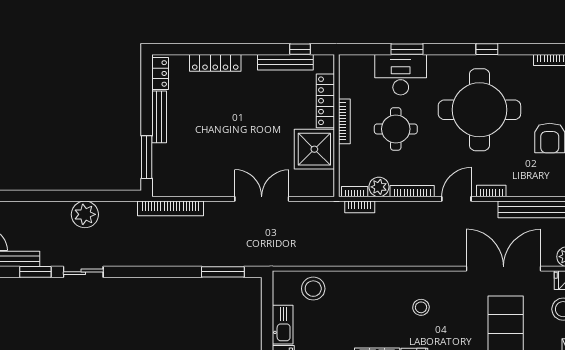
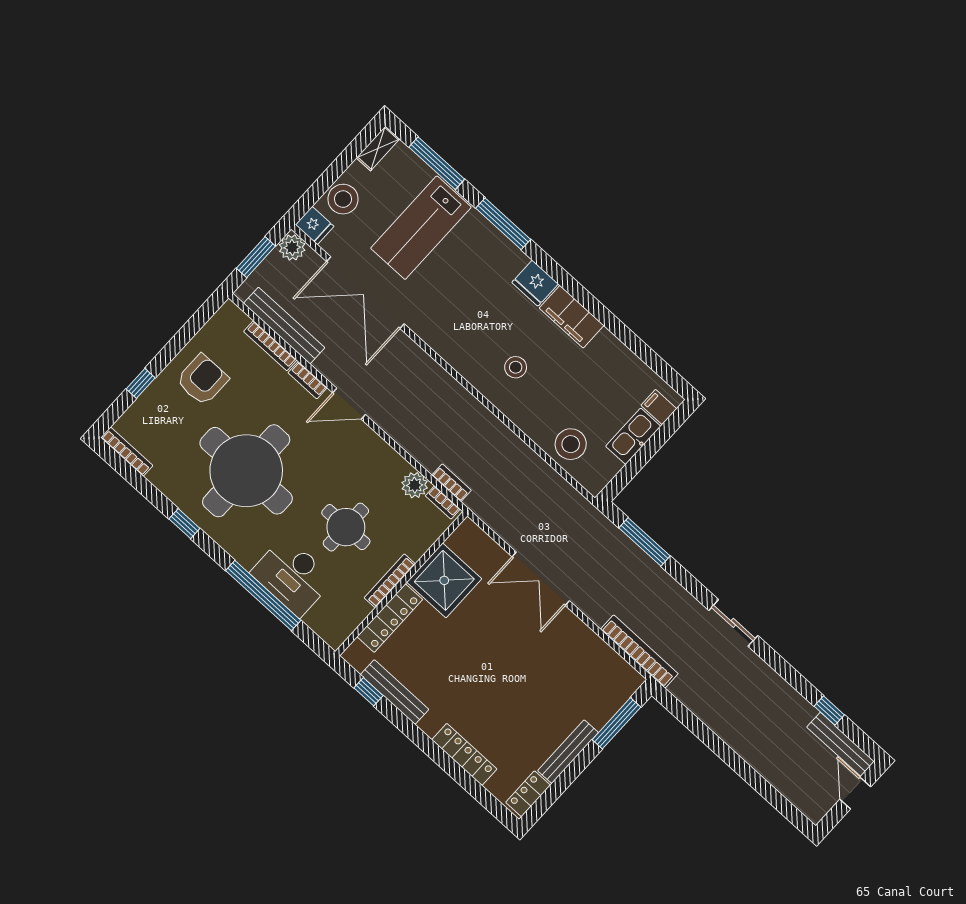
window: (407, 49) -> (263, 596), width x2.11
bookcase: (412, 191) -> (270, 346), moved
plant: (85, 214) -> (729, 722), removed
window: (35, 272) -> (829, 711), width x0.67
sliding door: (83, 272) -> (733, 623), moved
stool: (421, 307) -> (516, 367), moved

